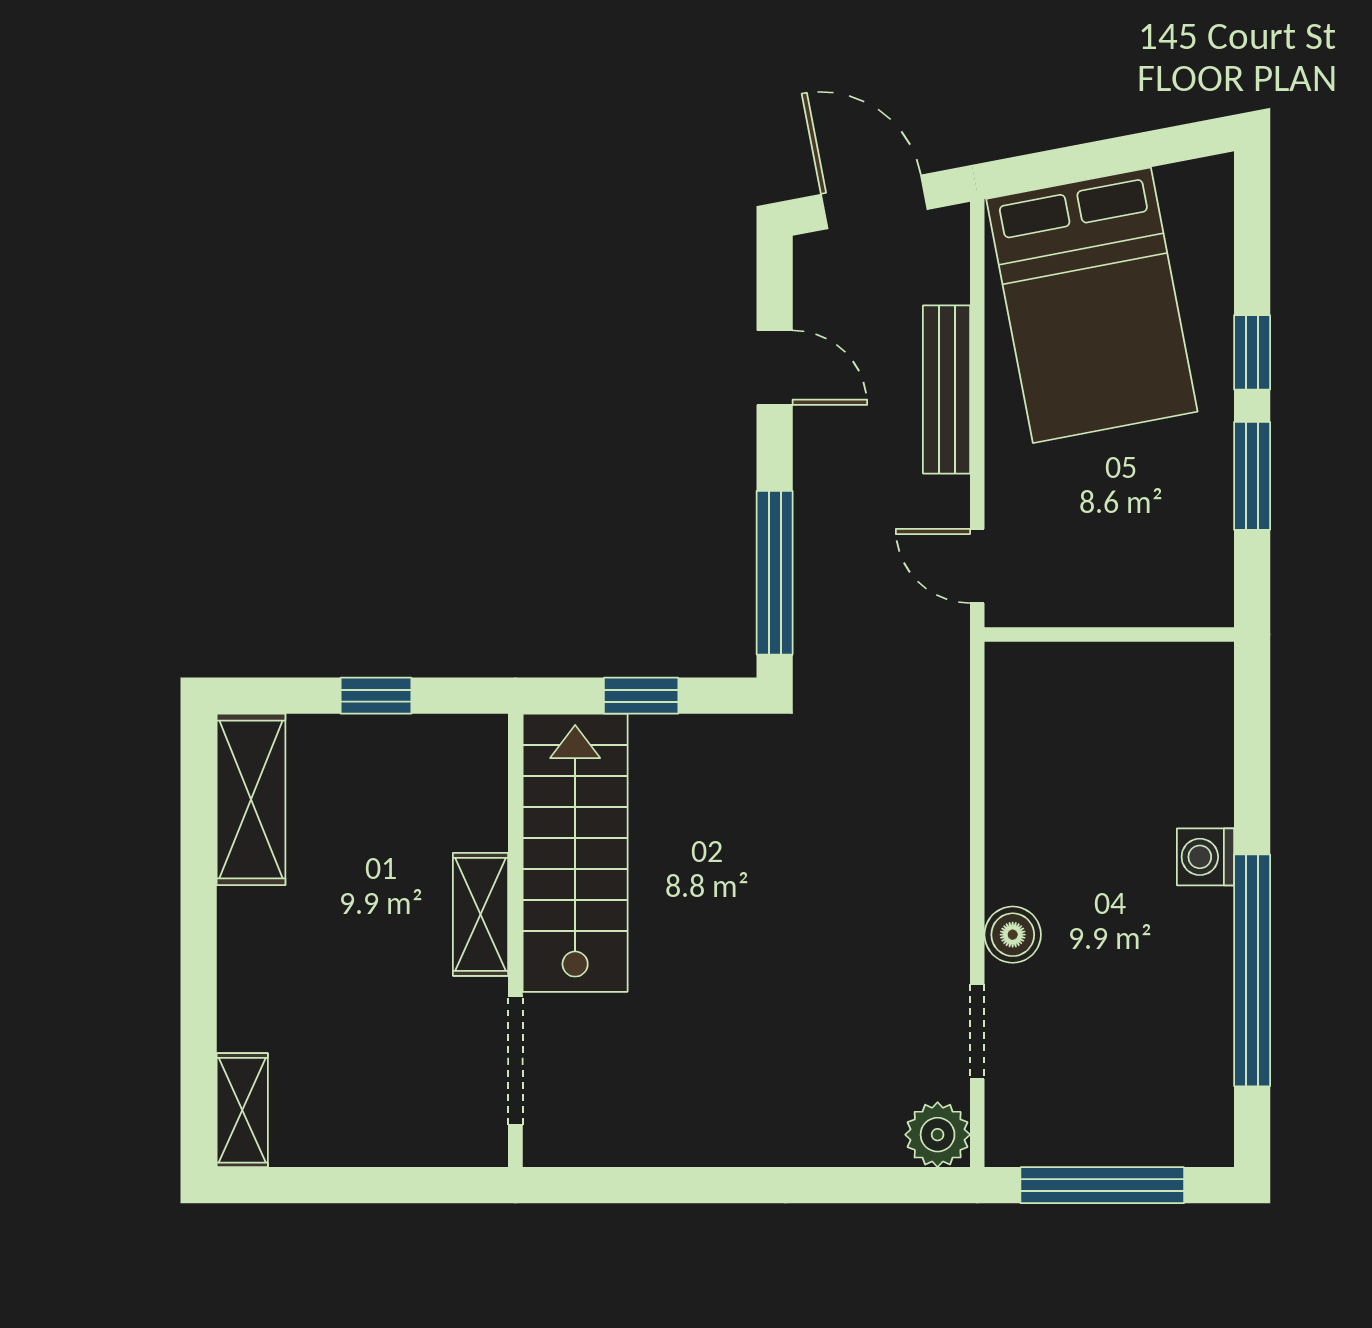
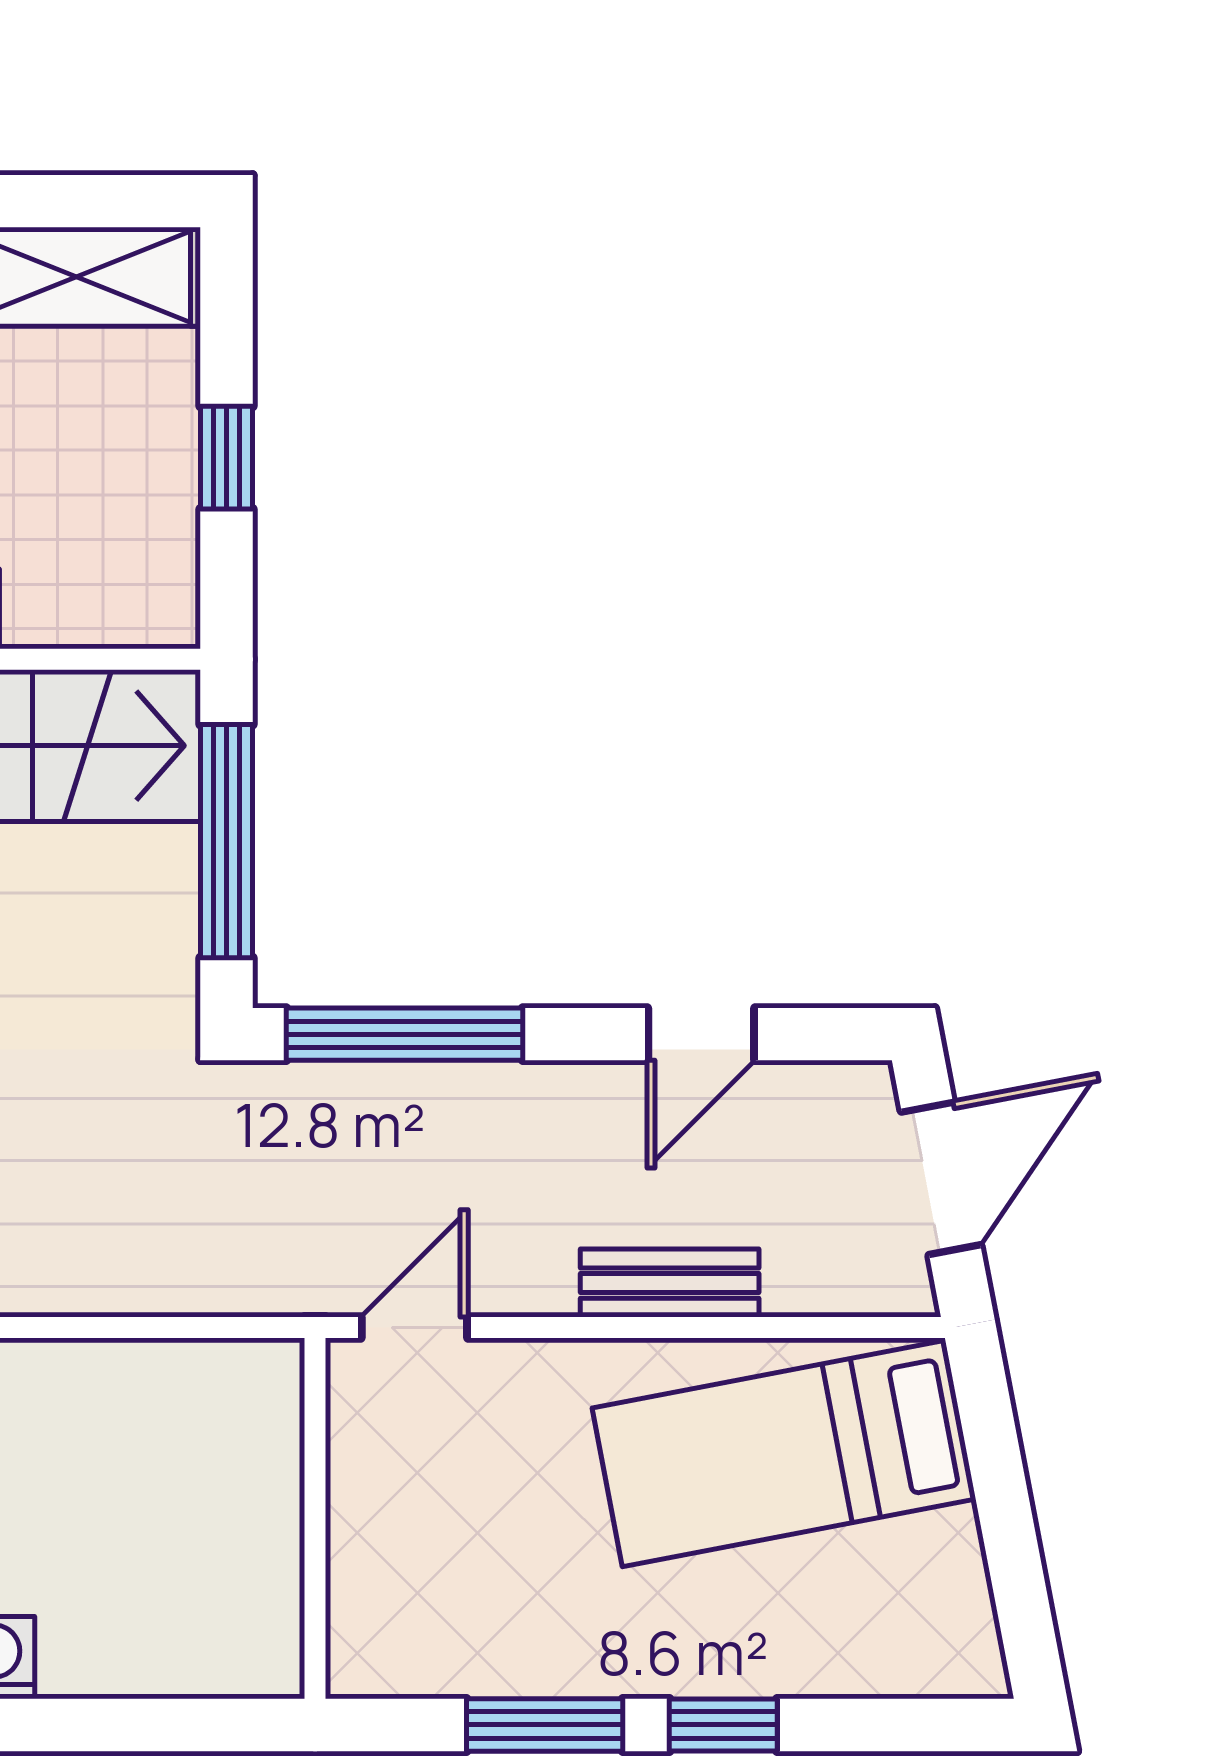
bed: (1092, 305) -> (784, 1453), width x0.67
bench: (947, 389) -> (670, 1283), width x0.73
window: (641, 696) -> (227, 841), width x2.17

